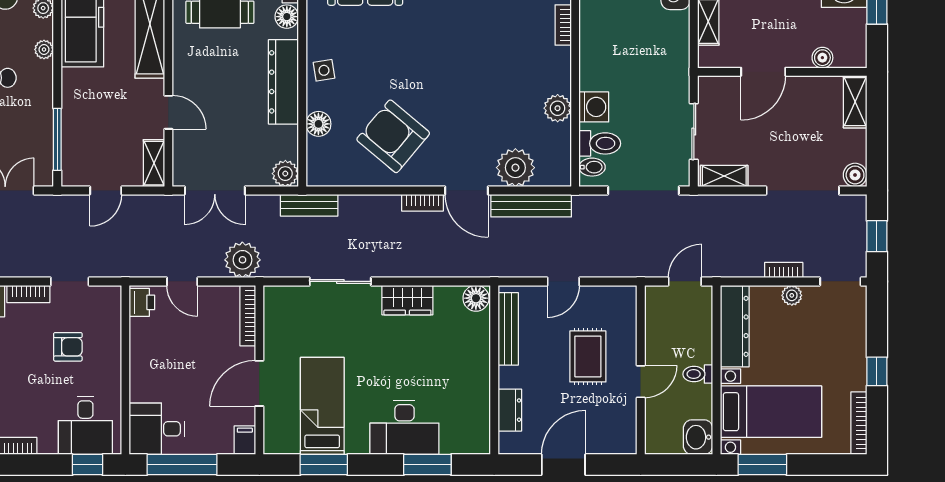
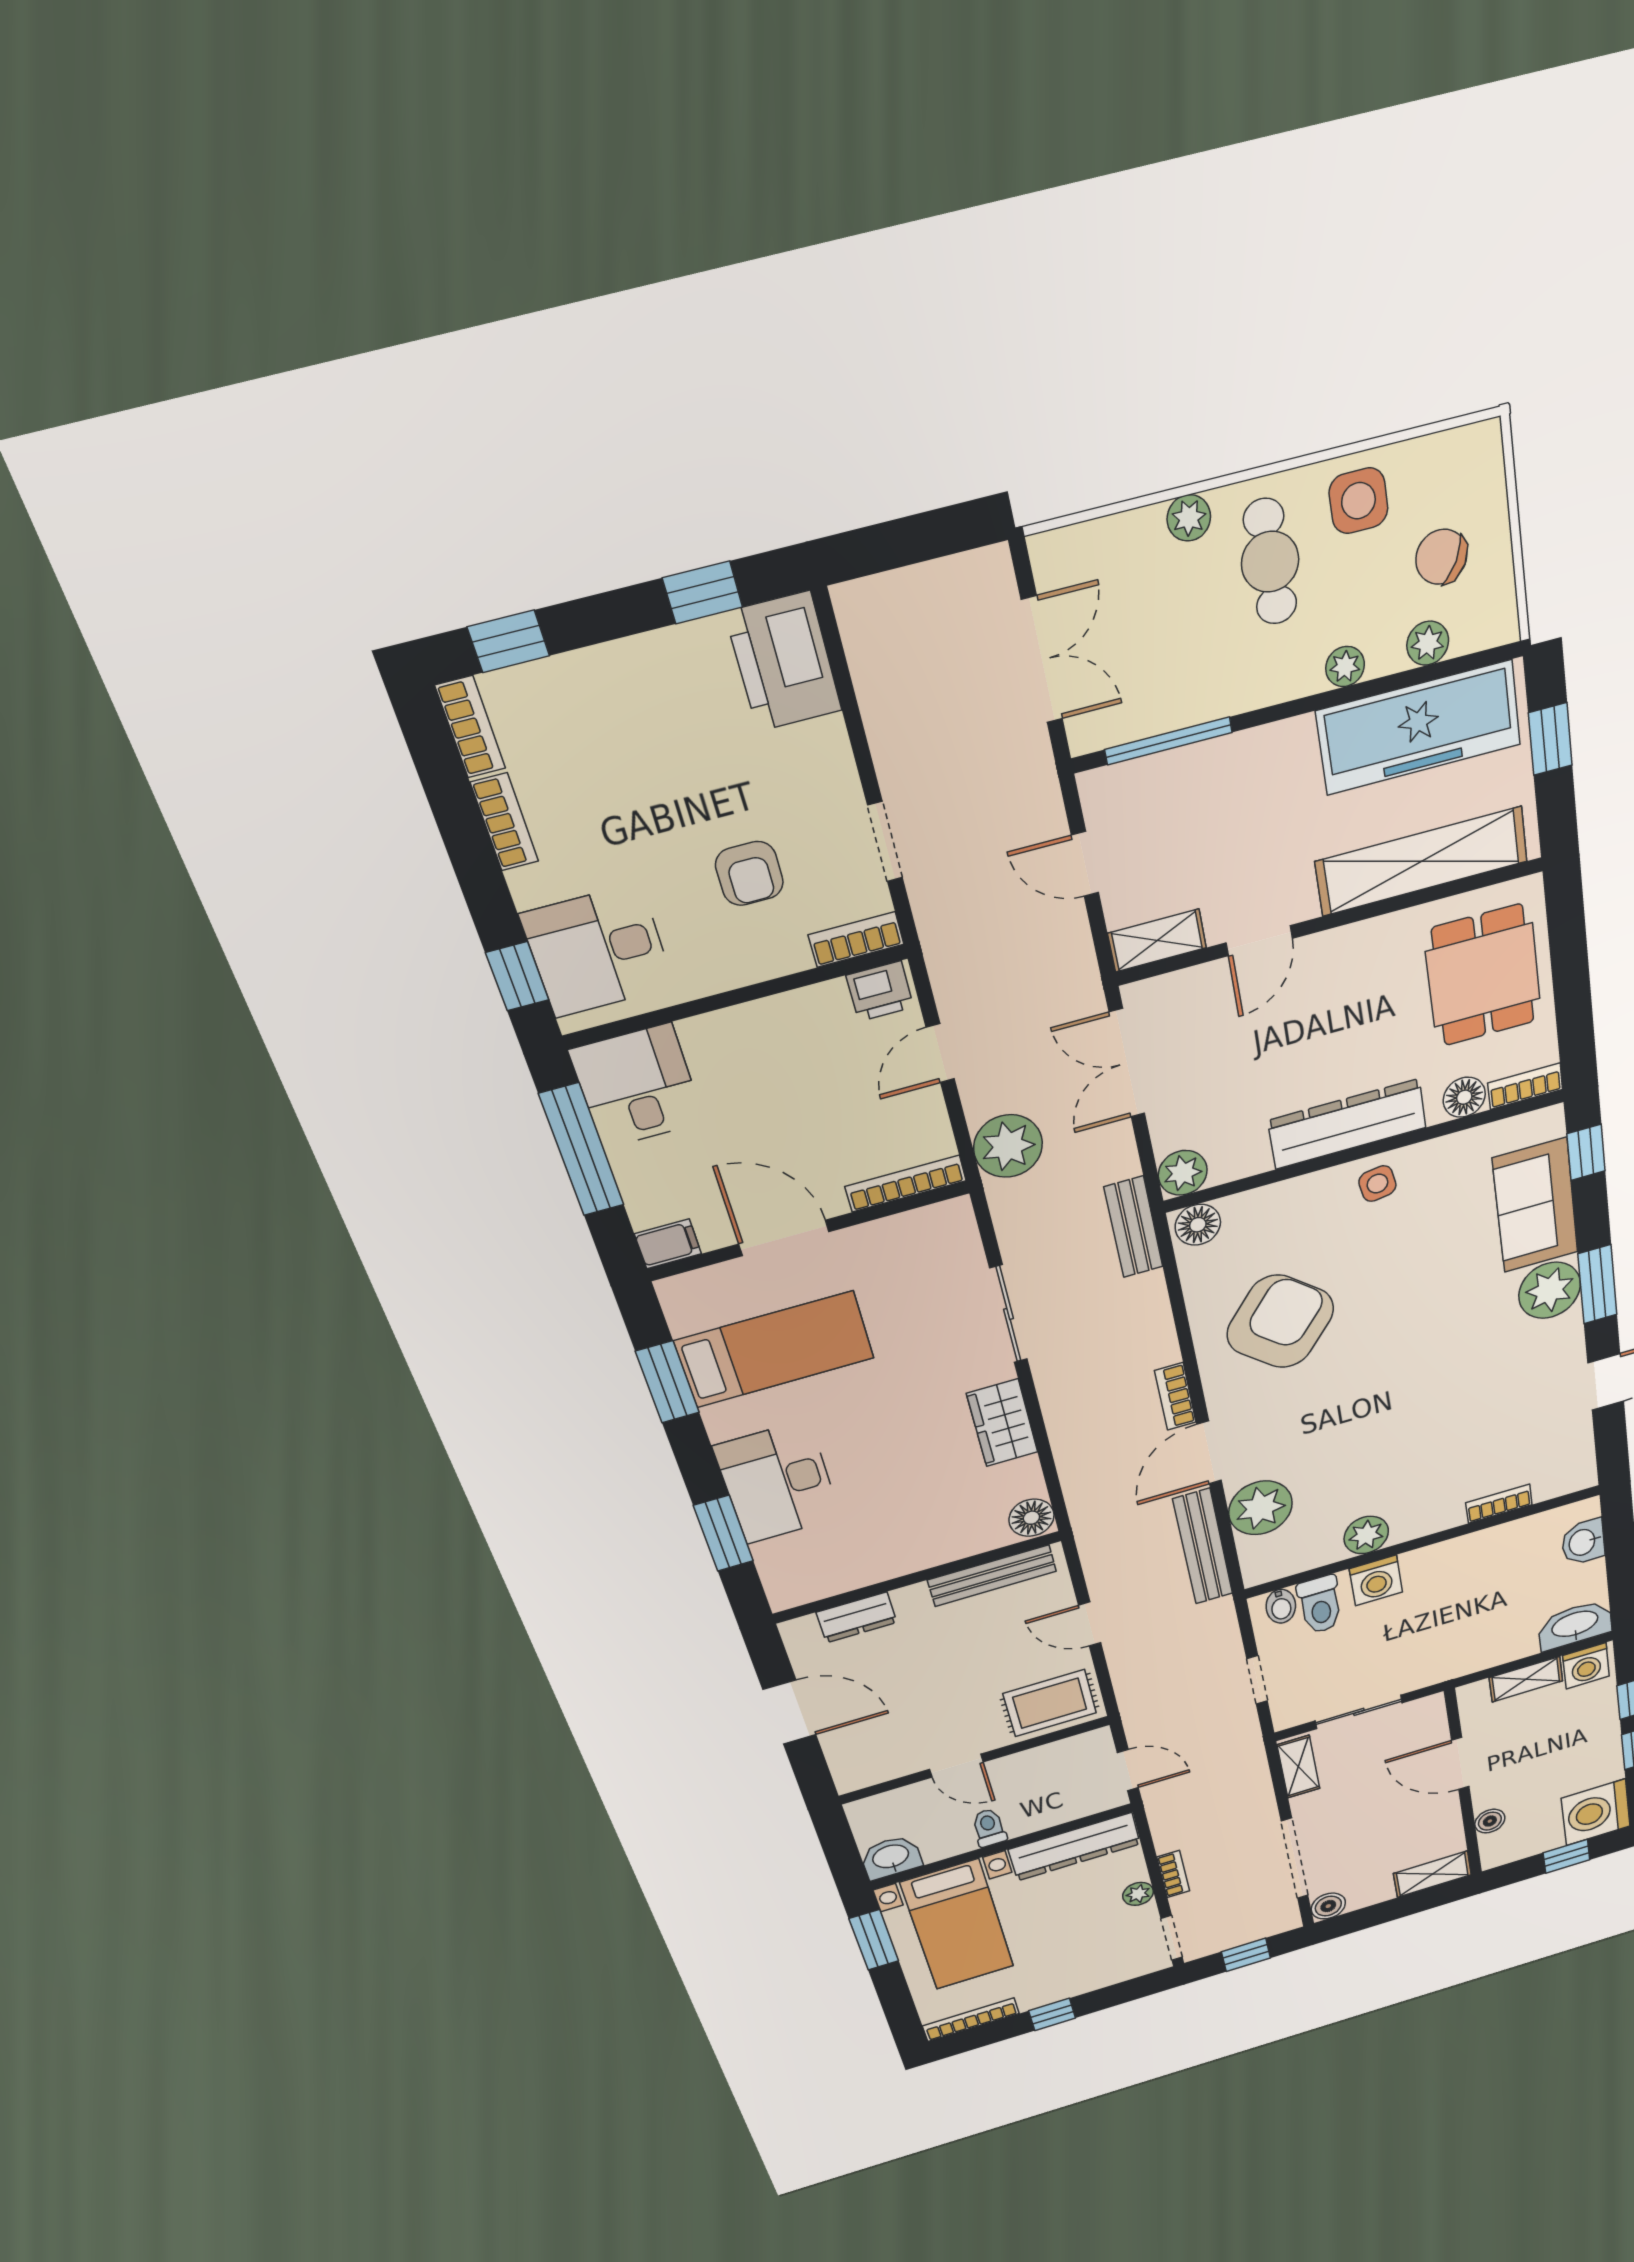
floor lamp: (318, 124) -> (1198, 1225), moved
doorway: (643, 191) -> (1257, 1680), width x0.53
bookcase: (28, 294) -> (856, 940), moved, turned 90
rug: (588, 356) -> (1050, 1703), moved

